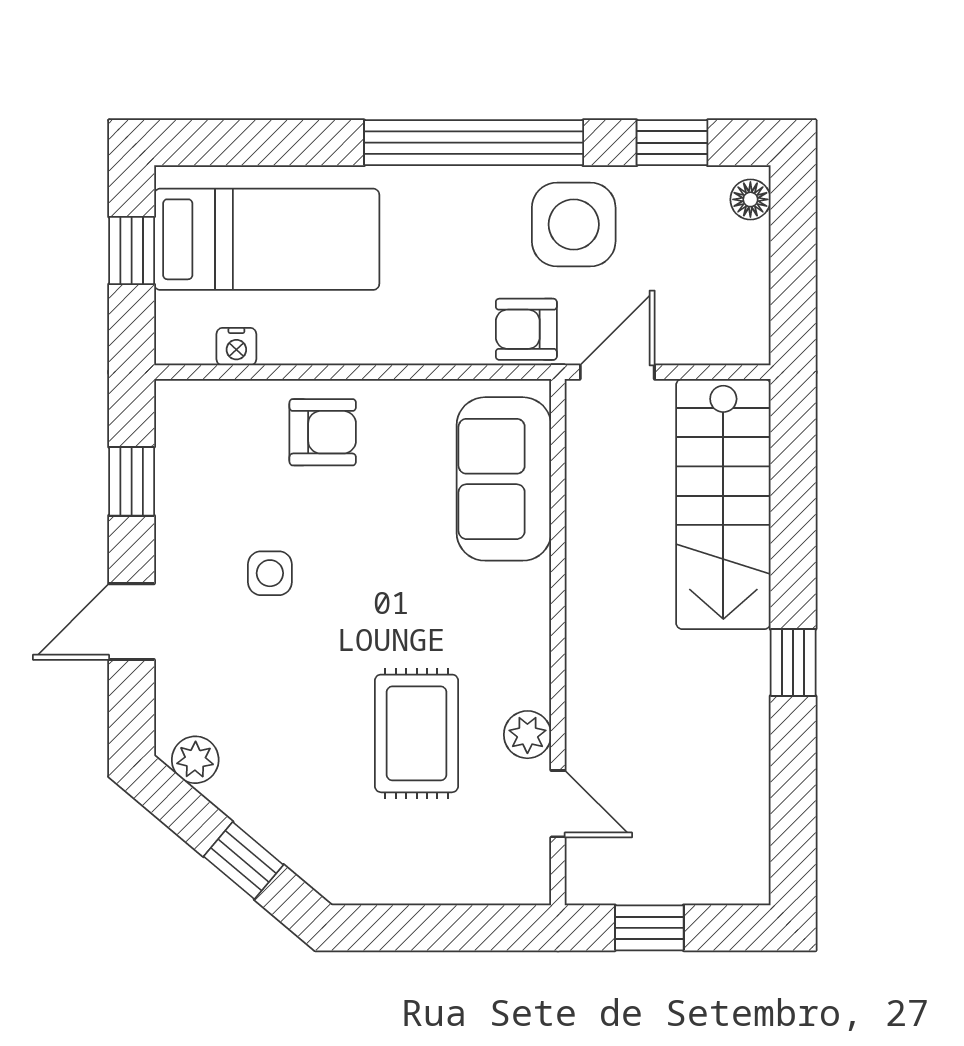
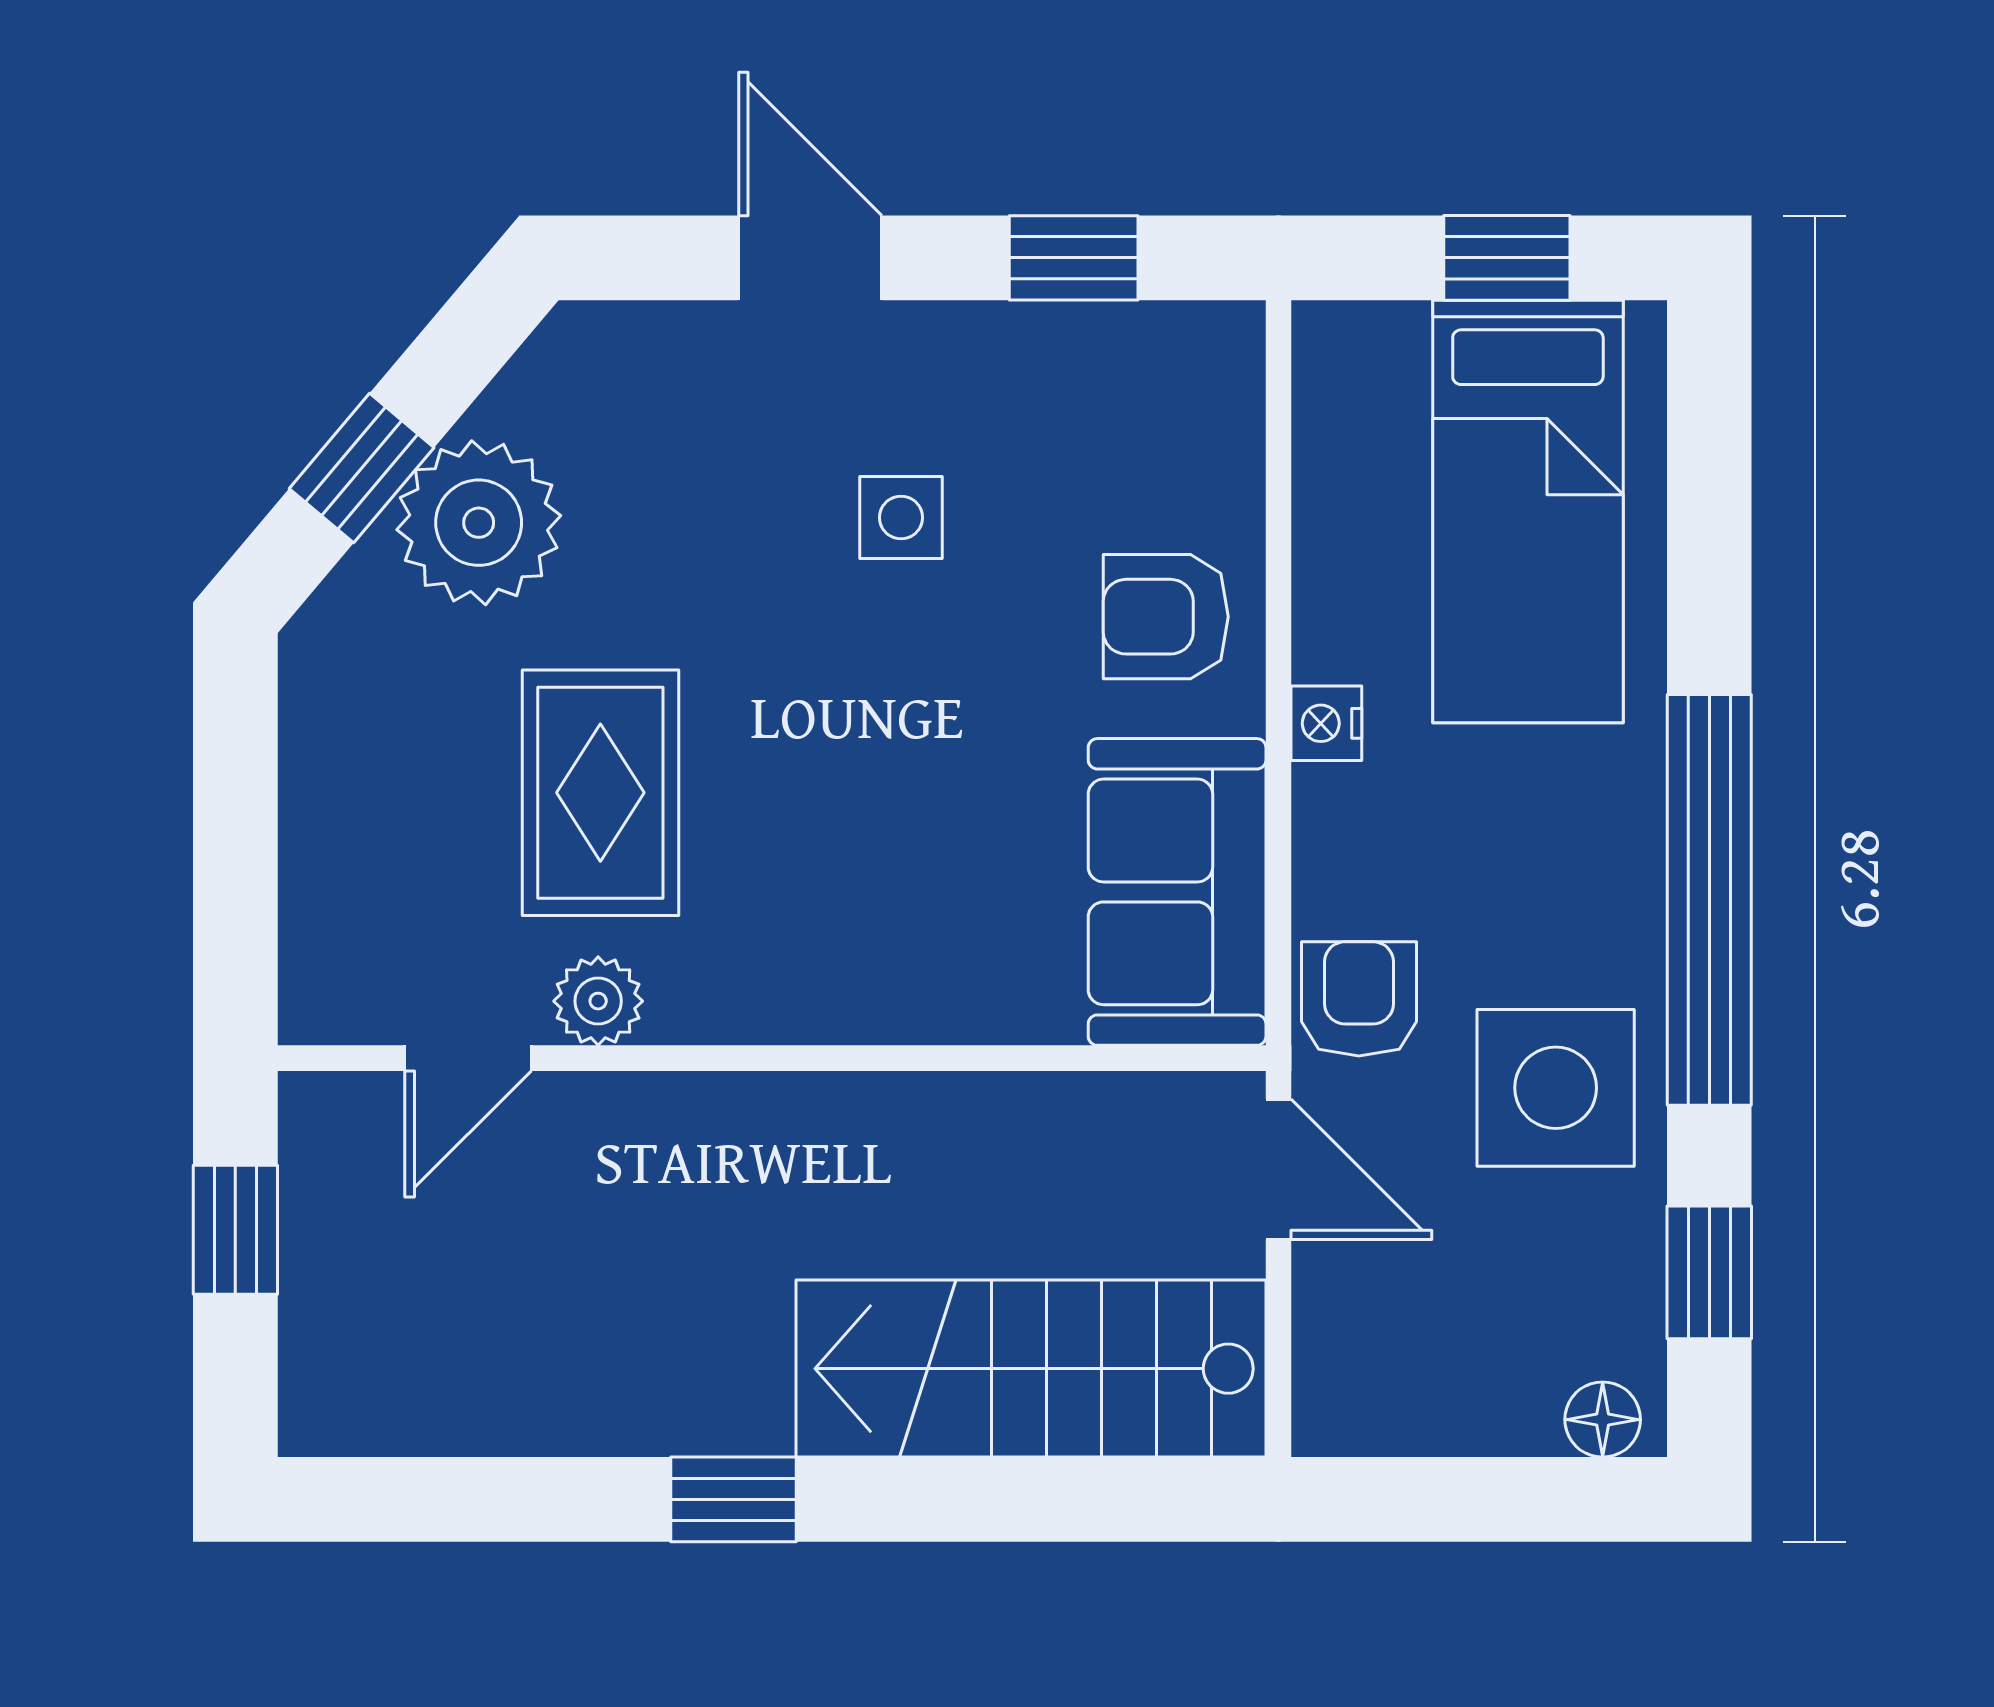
nightstand: (236, 347) -> (1326, 723), moved
armchair: (323, 432) -> (1166, 617), turned 90
sofa: (504, 479) -> (1177, 892), moved, turned -90
rug: (417, 733) -> (600, 793), turned 90
plant: (195, 760) -> (479, 523), moved, width x1.87, depth x1.87

